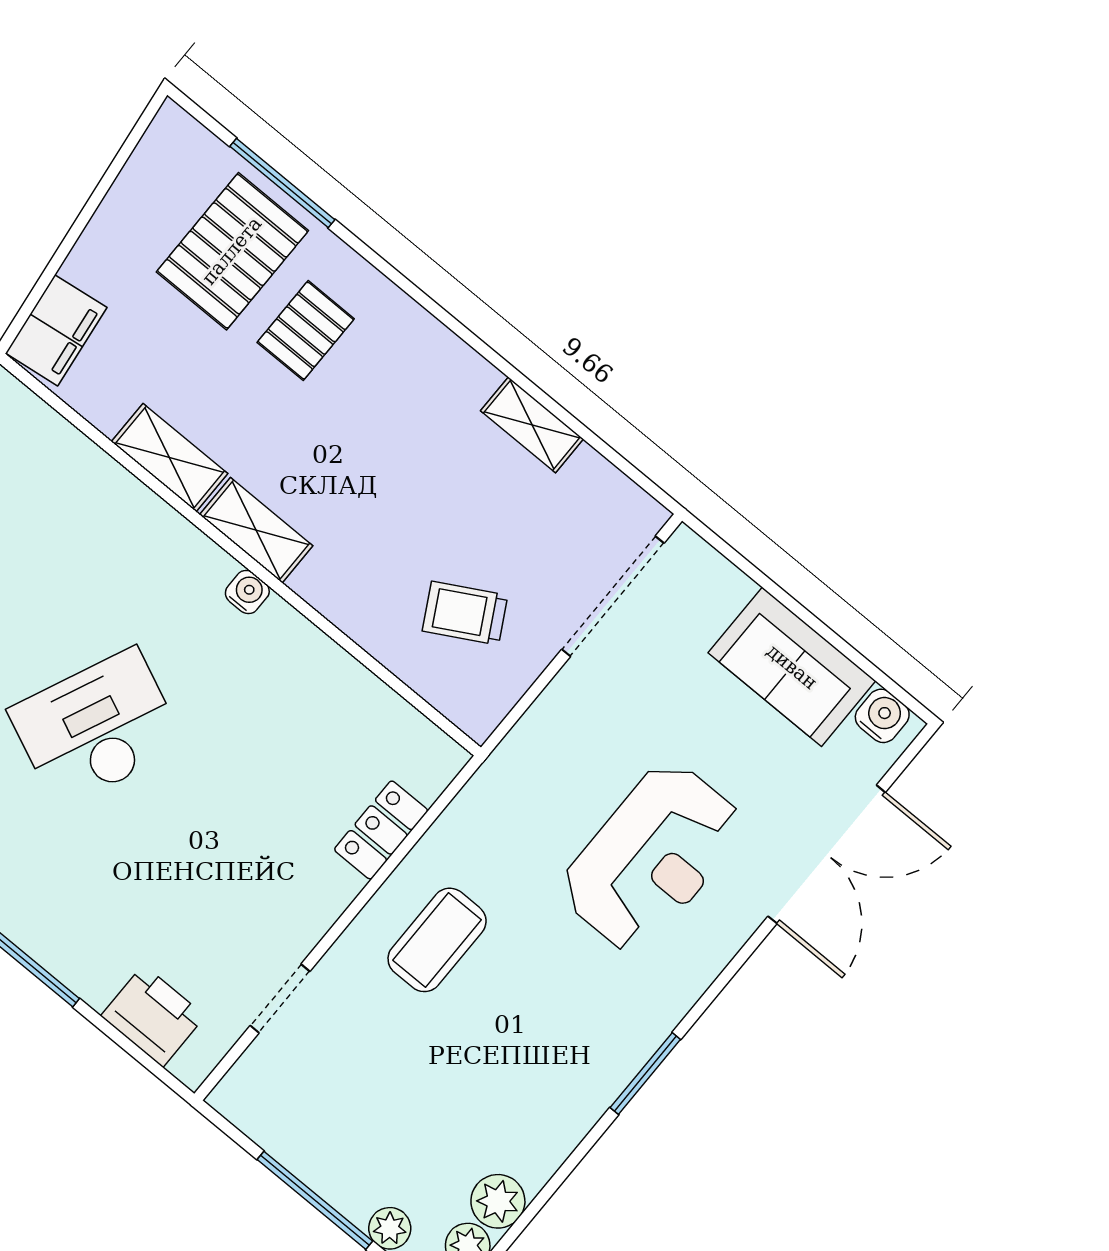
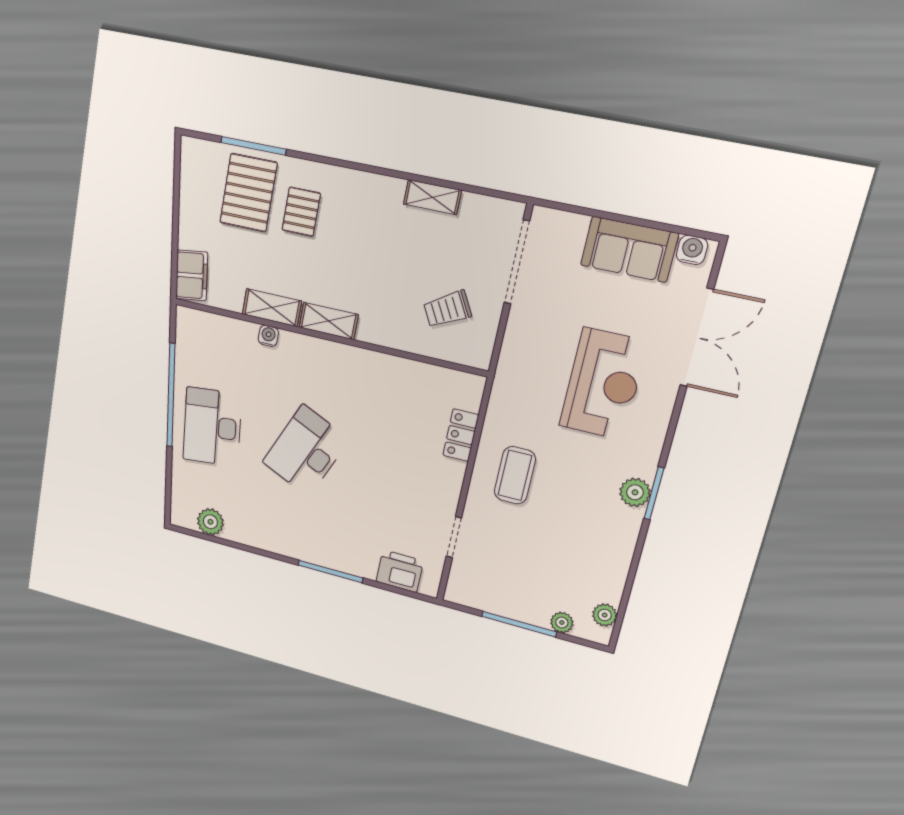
water cooler: (247, 592) -> (268, 336), moved
plant: (498, 1201) -> (635, 492), moved

